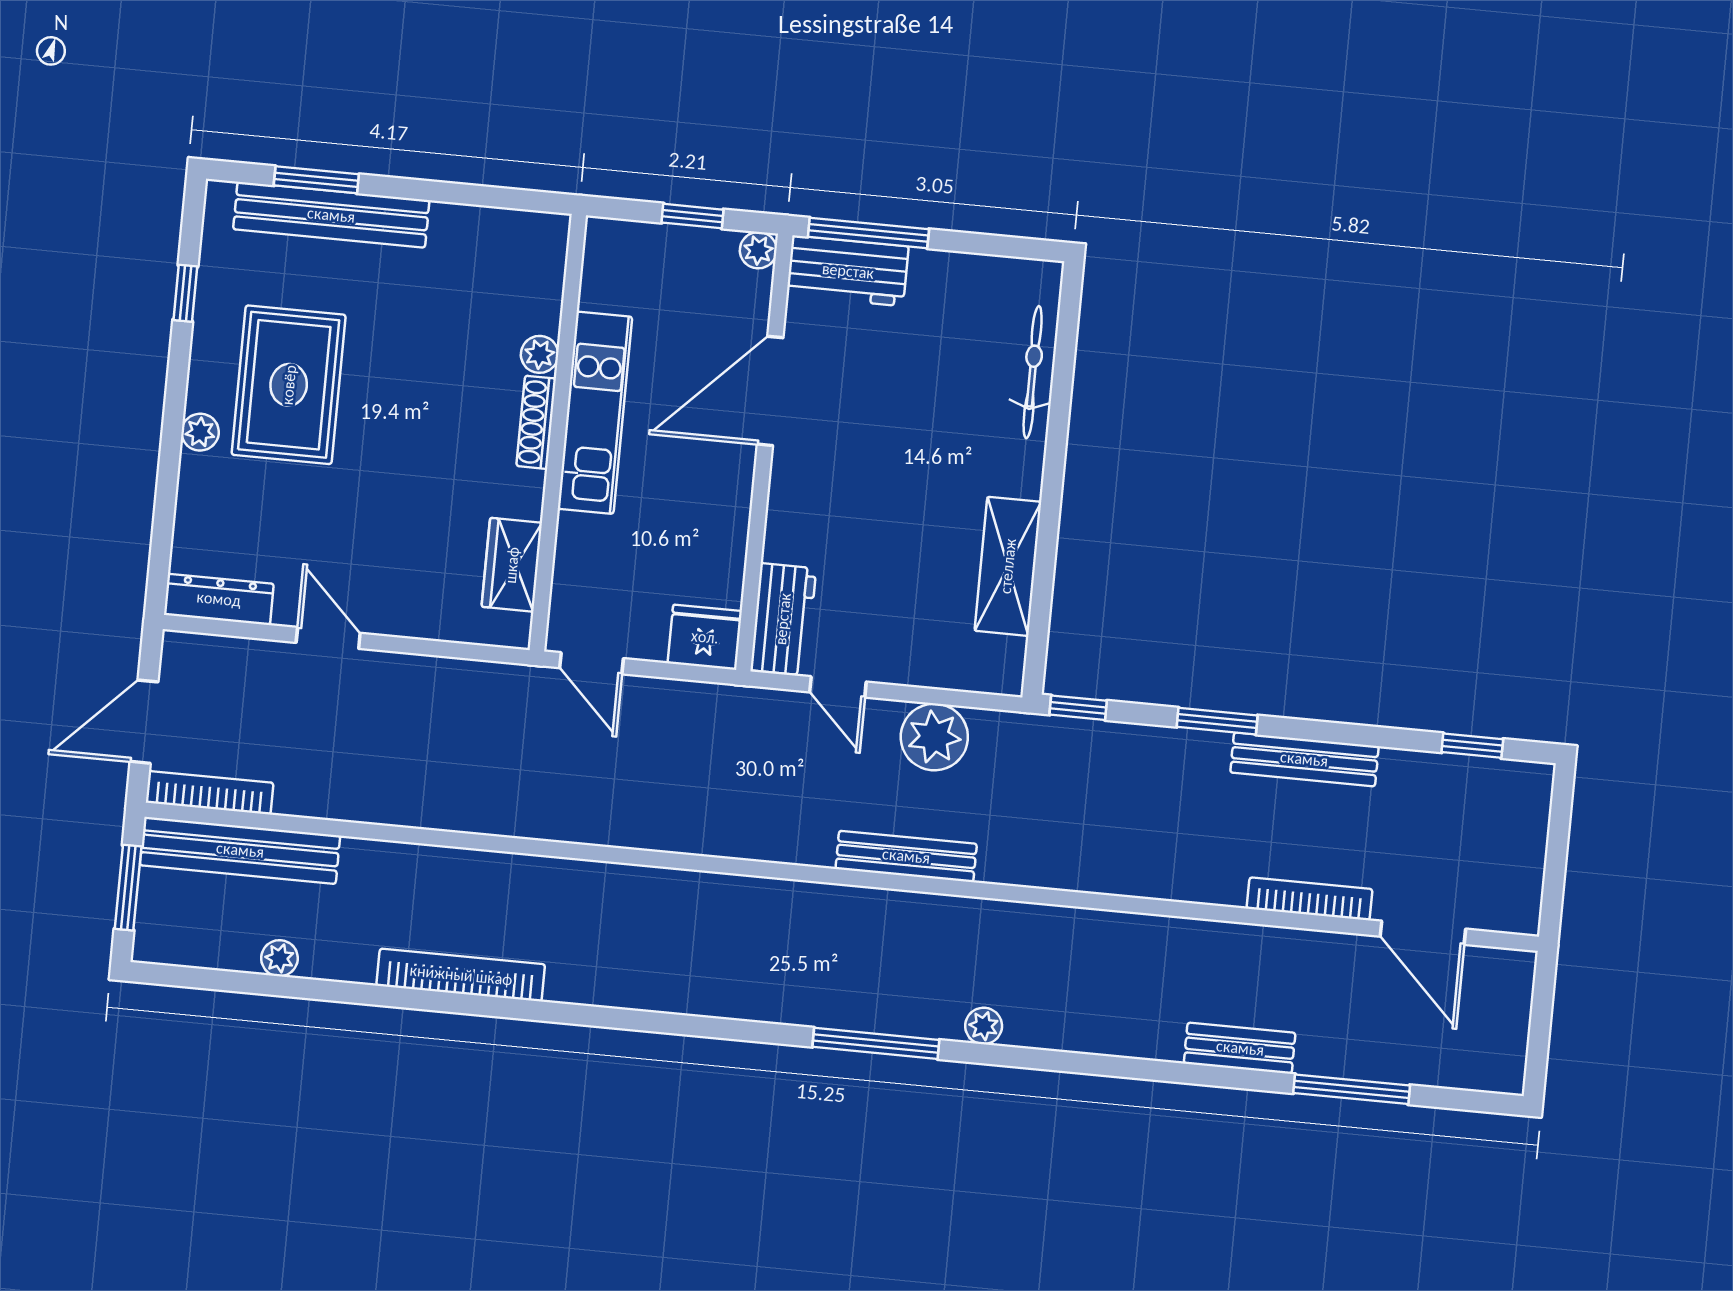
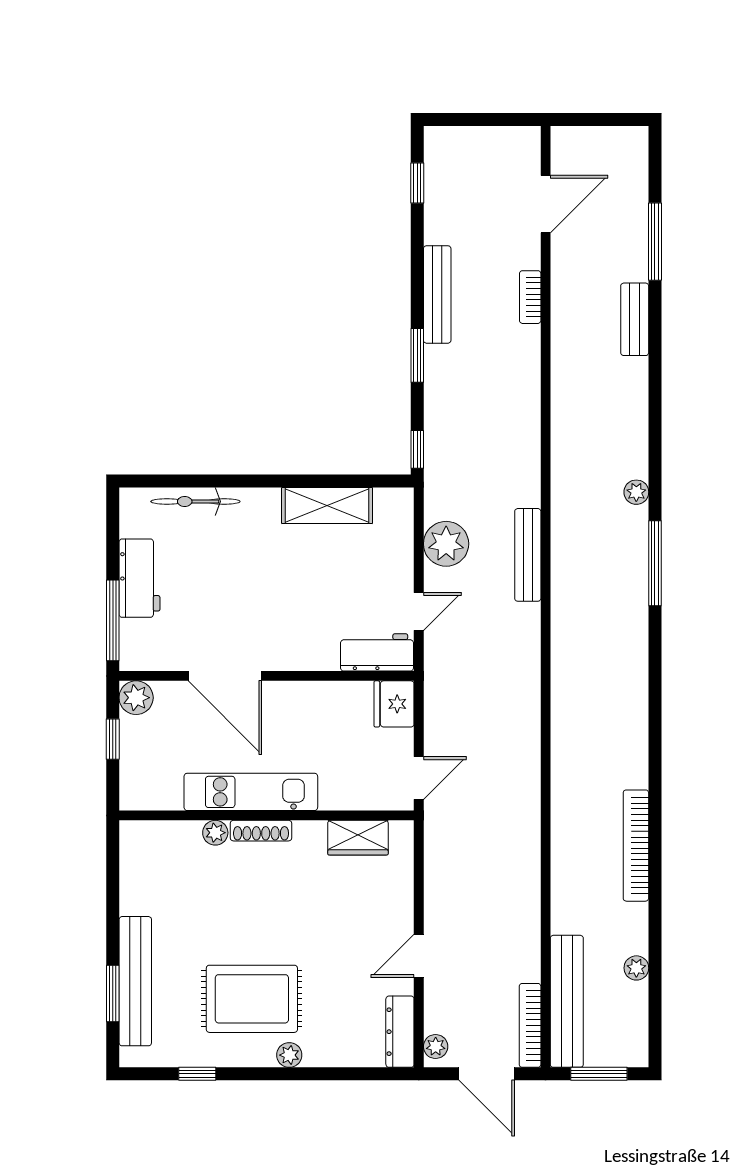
plant: (758, 250) -> (136, 698), width x1.38, depth x1.38
workbench: (848, 271) -> (139, 578), moved
plant: (192, 650) -> (436, 1046), added
bookcase: (1310, 899) -> (530, 297), width x0.64

